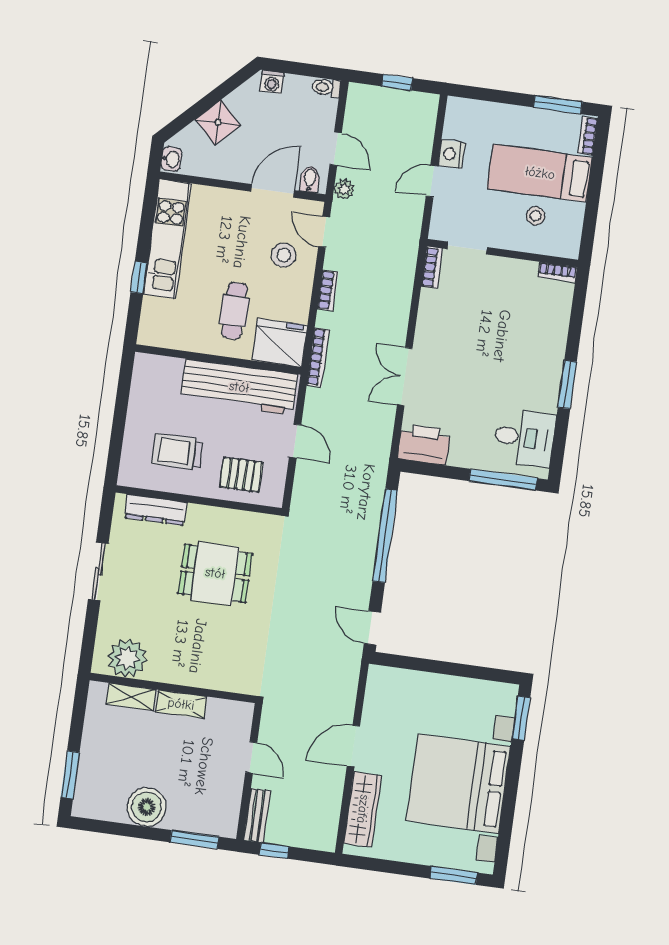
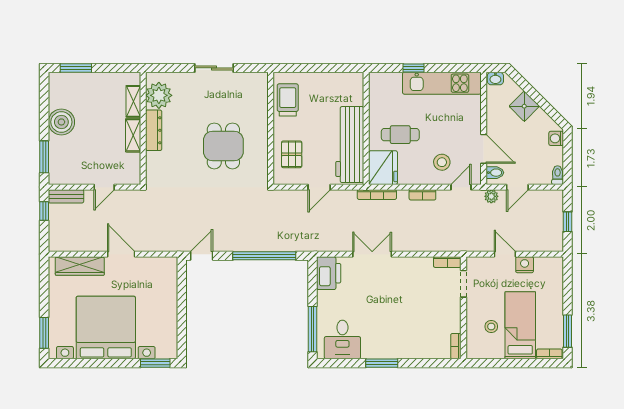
trolley: (177, 452) -> (288, 100), moved
dresser: (156, 510) -> (154, 130), moved, turned 180

